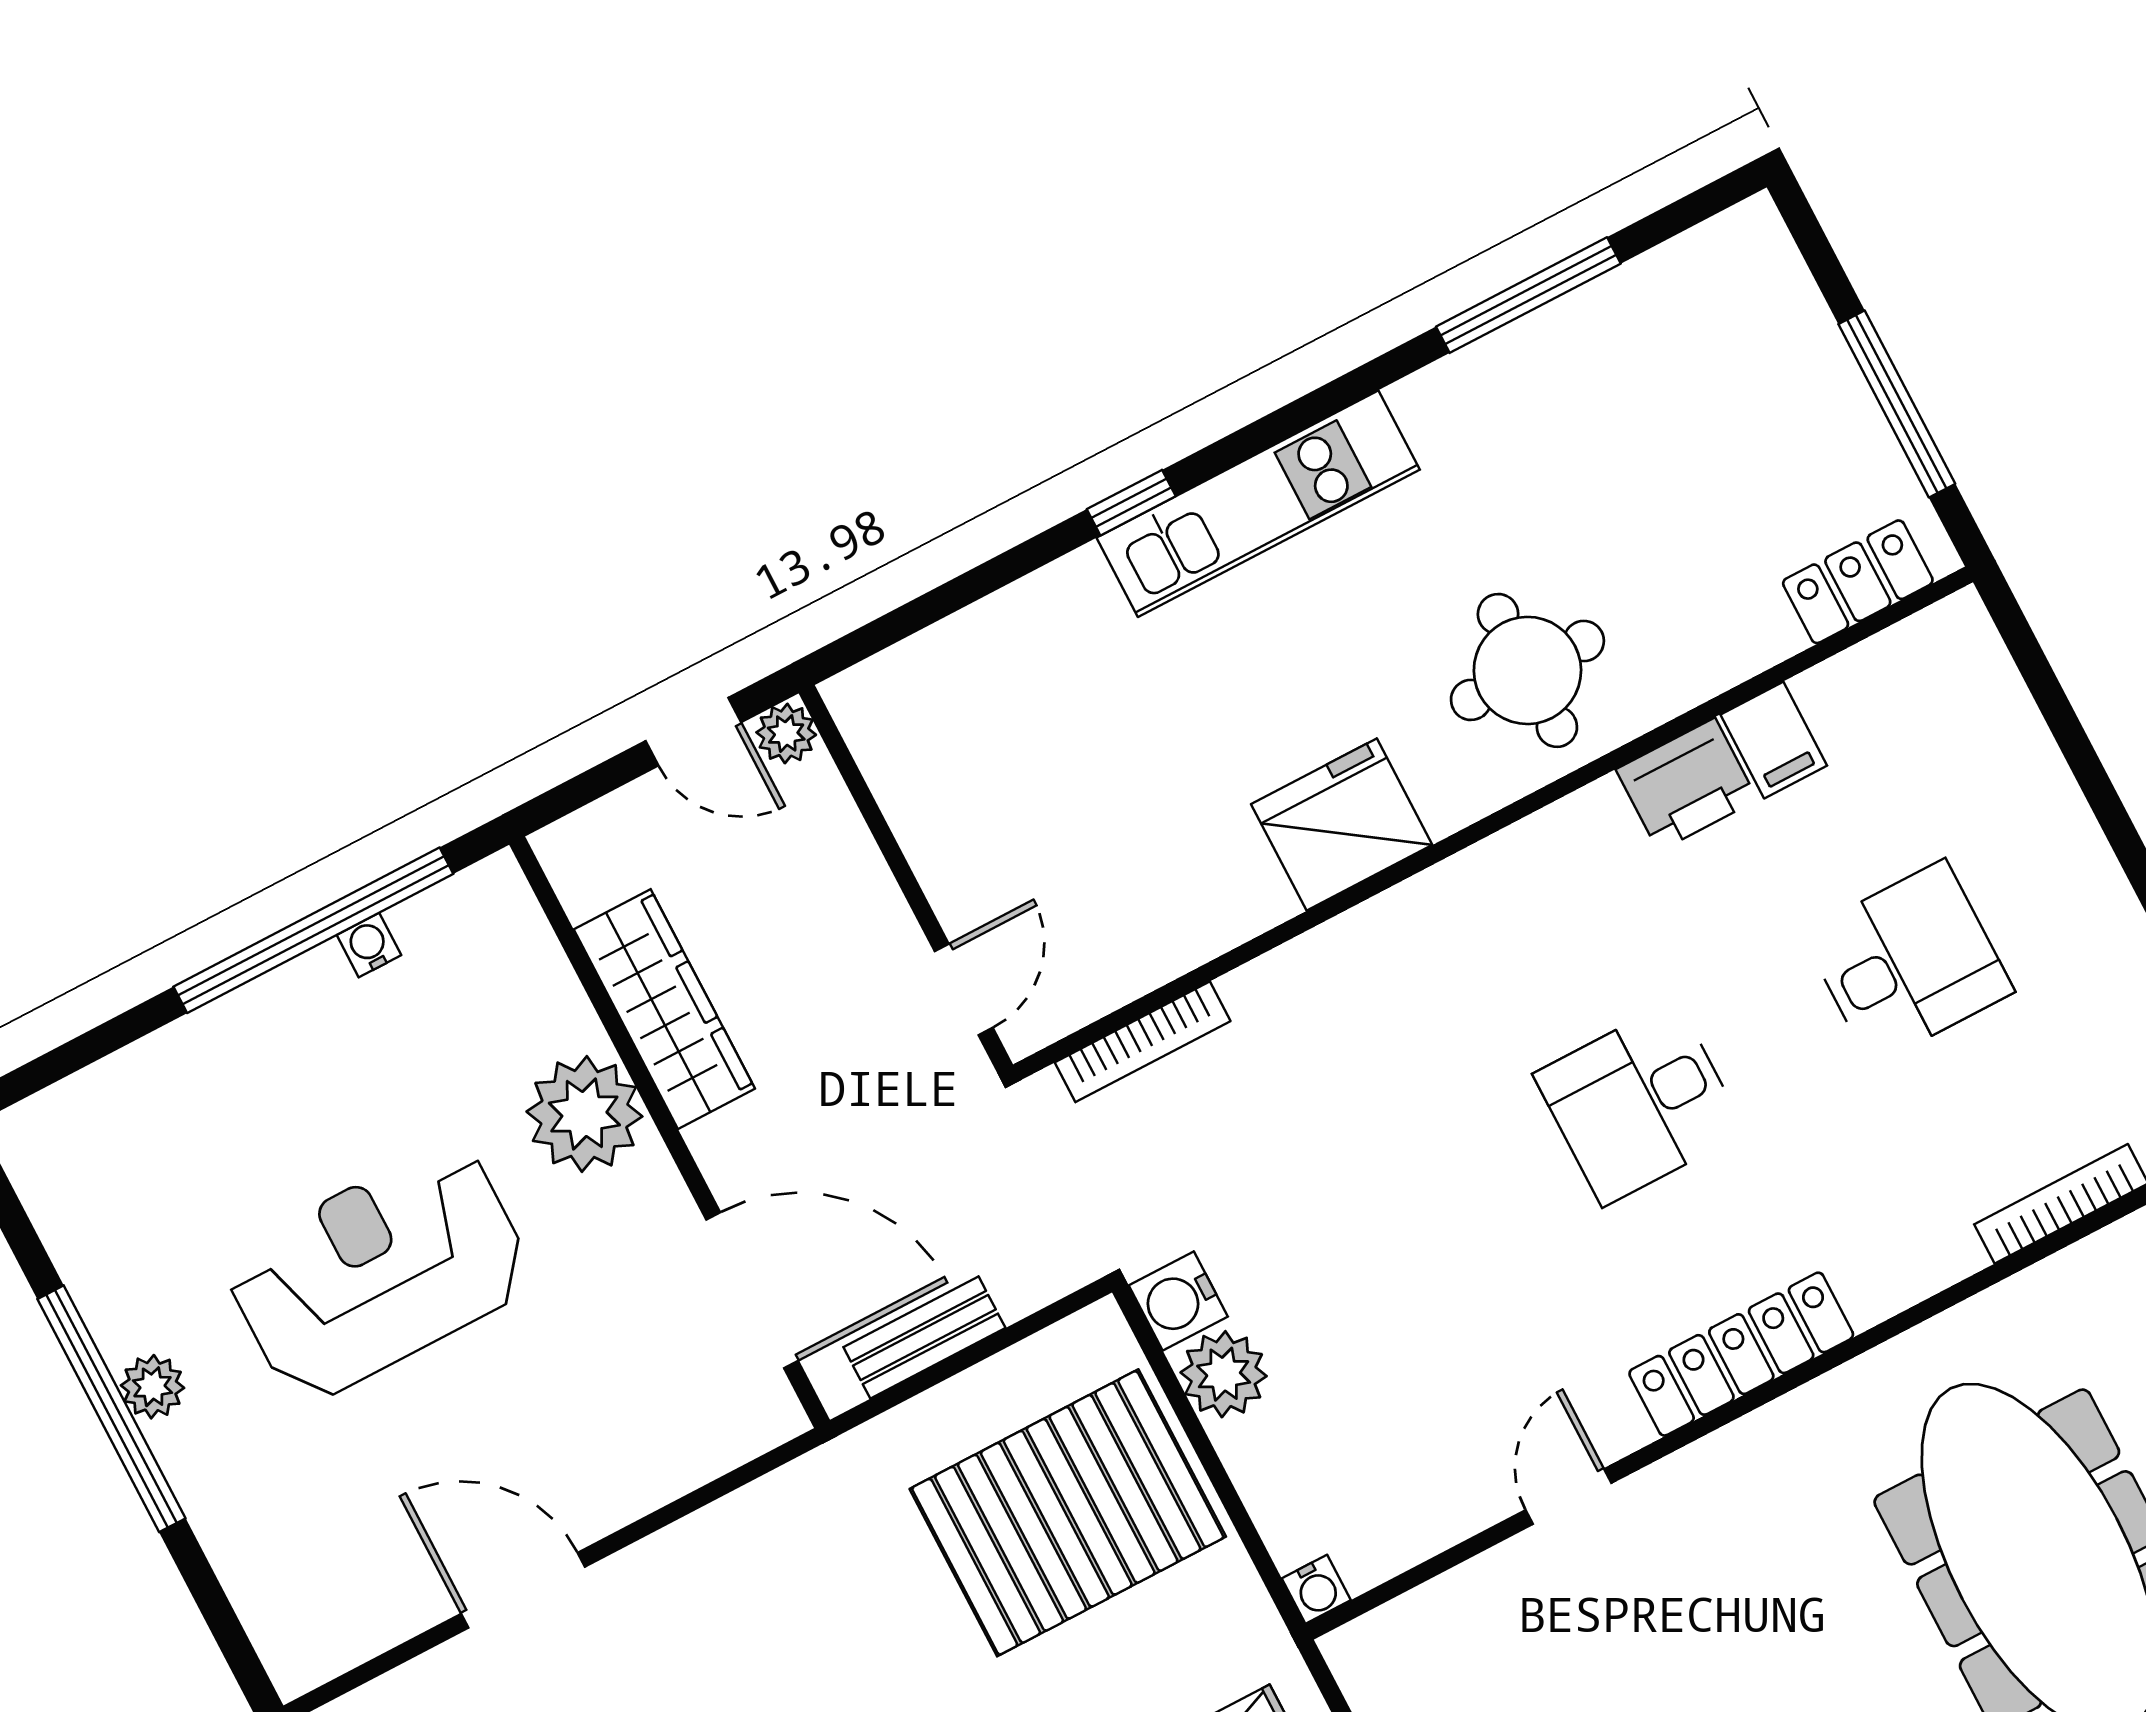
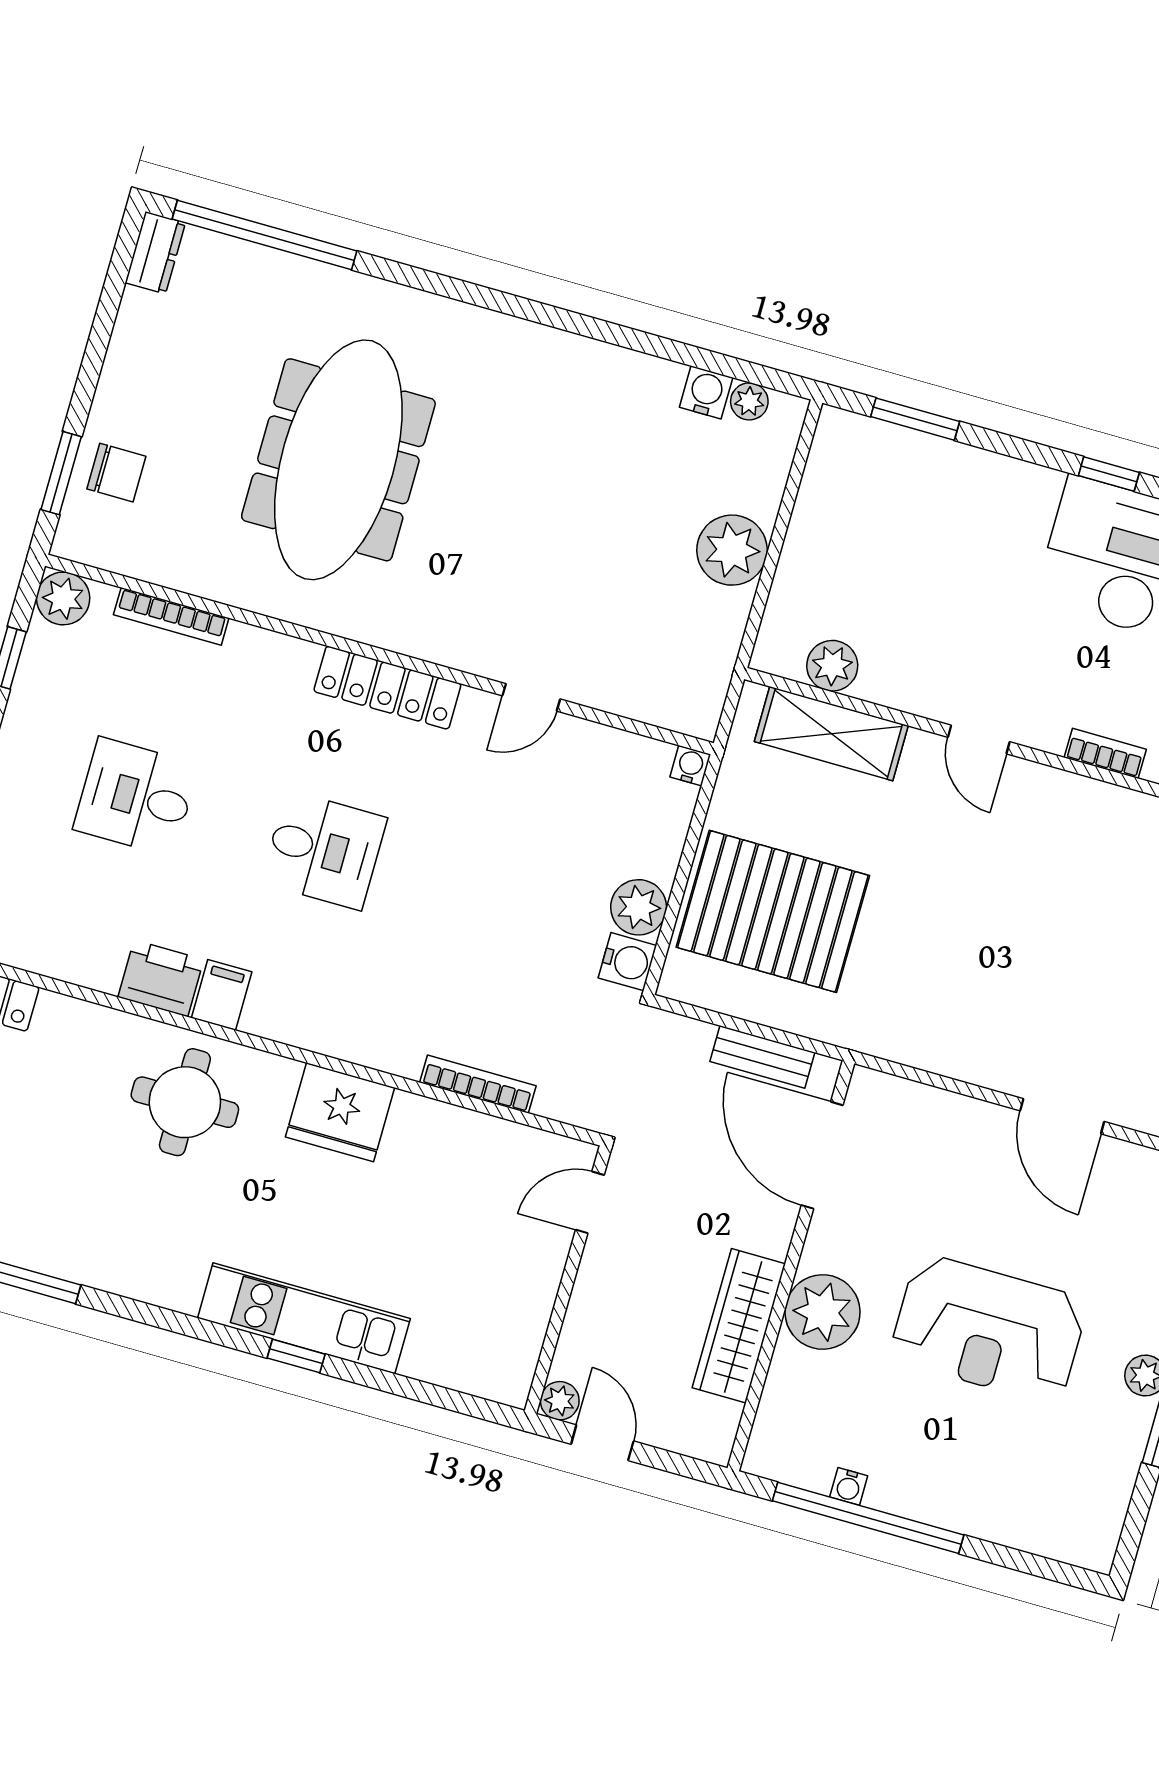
kitchen unit: (1258, 504) -> (304, 1318), moved
filing cabinet: (1774, 740) -> (222, 995), moved
bookcase: (1143, 1042) -> (478, 1084), moved

